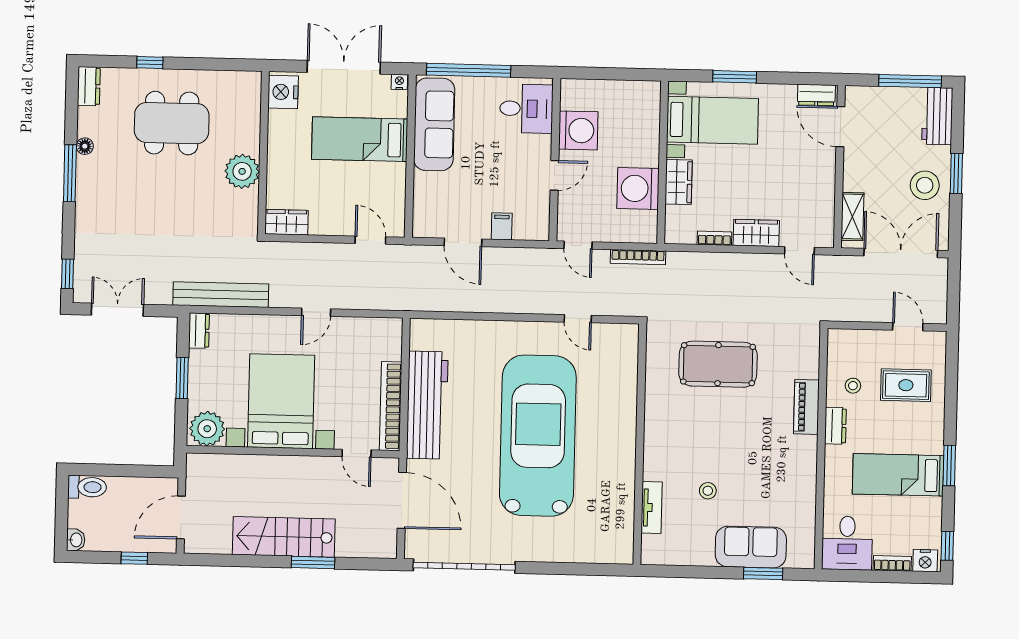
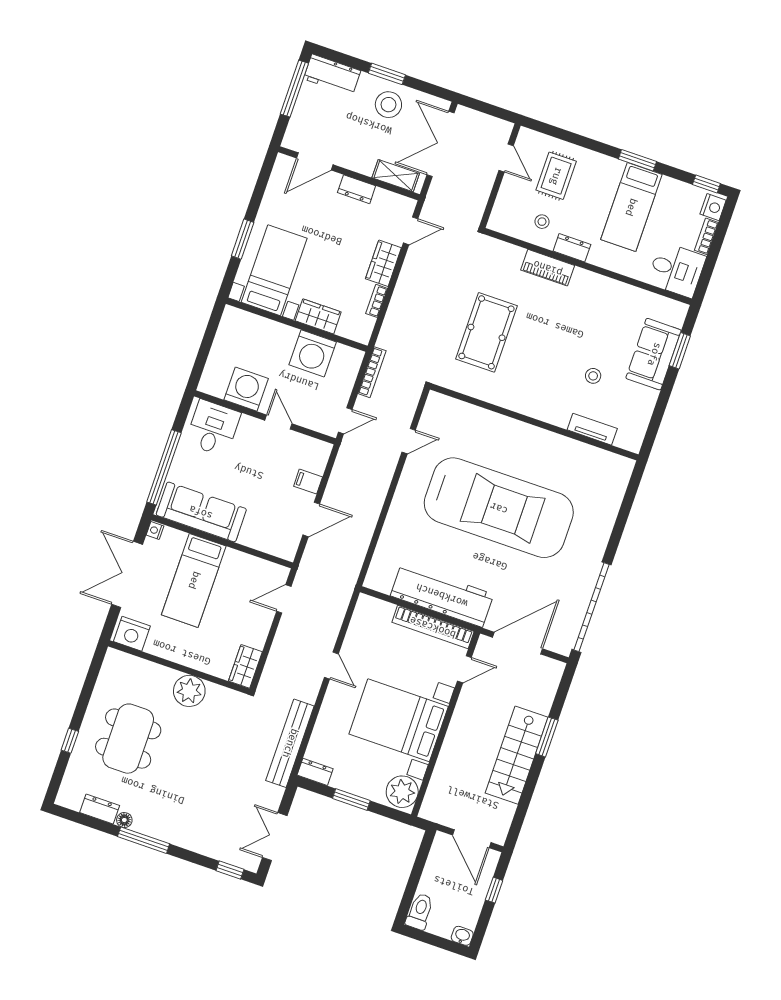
dresser: (89, 86) -> (100, 809), moved
dresser: (816, 95) -> (357, 189), moved, turned 90
door: (908, 327) -> (506, 158), swing flipped
car: (538, 436) -> (499, 508), turned 180

